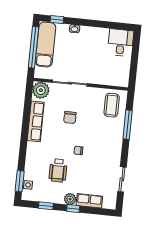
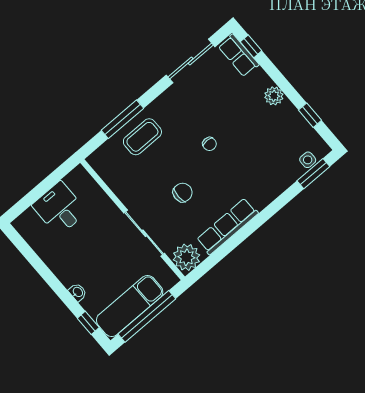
desk: (121, 43) -> (59, 208), moved, turned 90
coffee table: (112, 105) -> (142, 137), moved
wheelchair: (58, 170) -> (256, 143), removed
sliding door: (122, 179) -> (191, 61), width x1.37
row of seats: (89, 201) -> (239, 55), moved
window: (73, 209) -> (251, 46), moved

